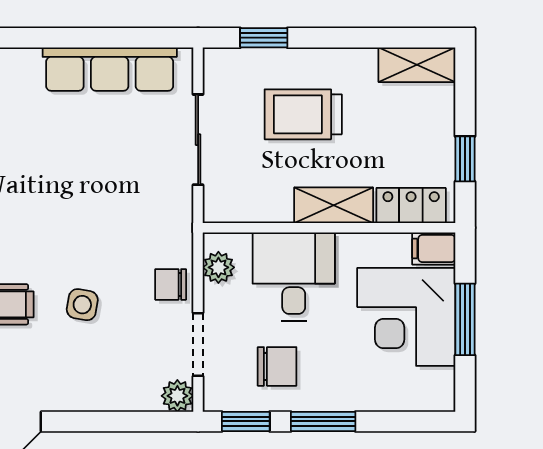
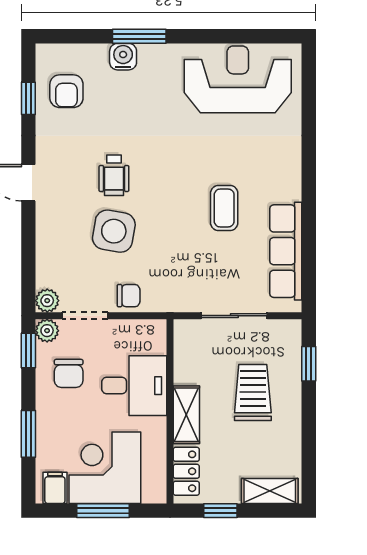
shelving: (417, 65) -> (270, 491), moved, turned 90
coffee table: (51, 154) -> (224, 208), added
filing cabinet: (434, 248) -> (55, 488), moved
plant: (218, 267) -> (47, 331), moved
chair: (171, 284) -> (129, 296), turned 90
side table: (82, 305) -> (114, 231), width x1.87, depth x1.87
window: (323, 421) -> (28, 434), moved

